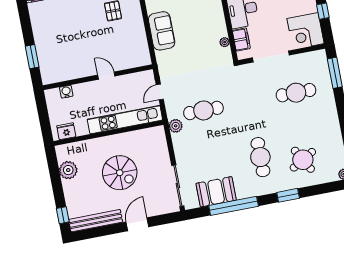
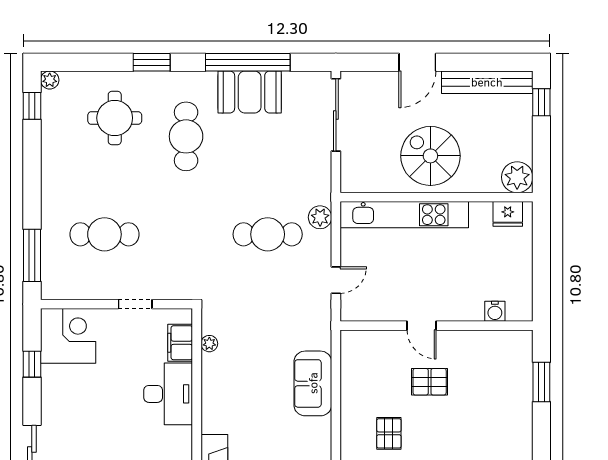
pallet: (96, 45) -> (430, 382), added
doorway: (271, 56) -> (135, 304), width x0.53
kitchen unit: (125, 120) -> (404, 215), moved
fridge: (66, 131) -> (508, 214), moved
wall: (109, 133) -> (436, 197), moved
round table: (303, 160) -> (115, 118), turned 30
booth: (216, 192) -> (250, 92), moved

